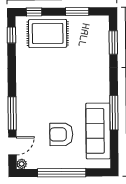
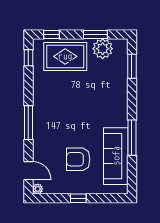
plant: (84, 25) -> (103, 49), added
window: (12, 113) -> (28, 123), moved
door: (12, 146) -> (28, 171), hinge flipped
window: (62, 173) -> (78, 198), width x0.32

